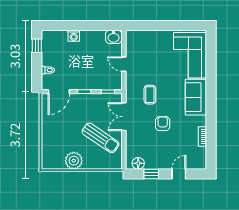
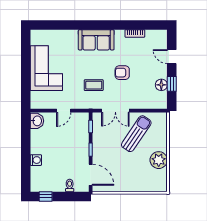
corner sofa: (190, 55) -> (46, 68), moved, turned -90
floor lamp: (138, 163) -> (161, 85), moved

